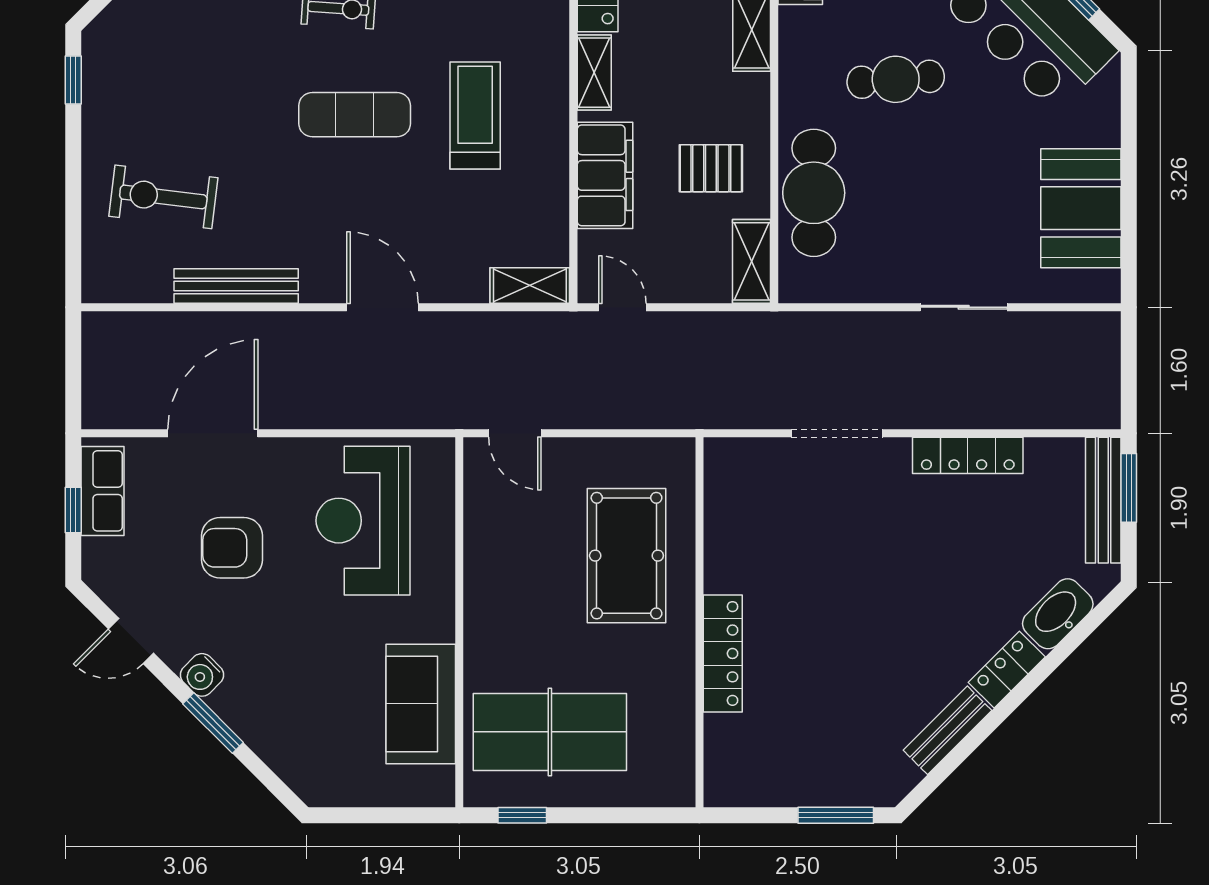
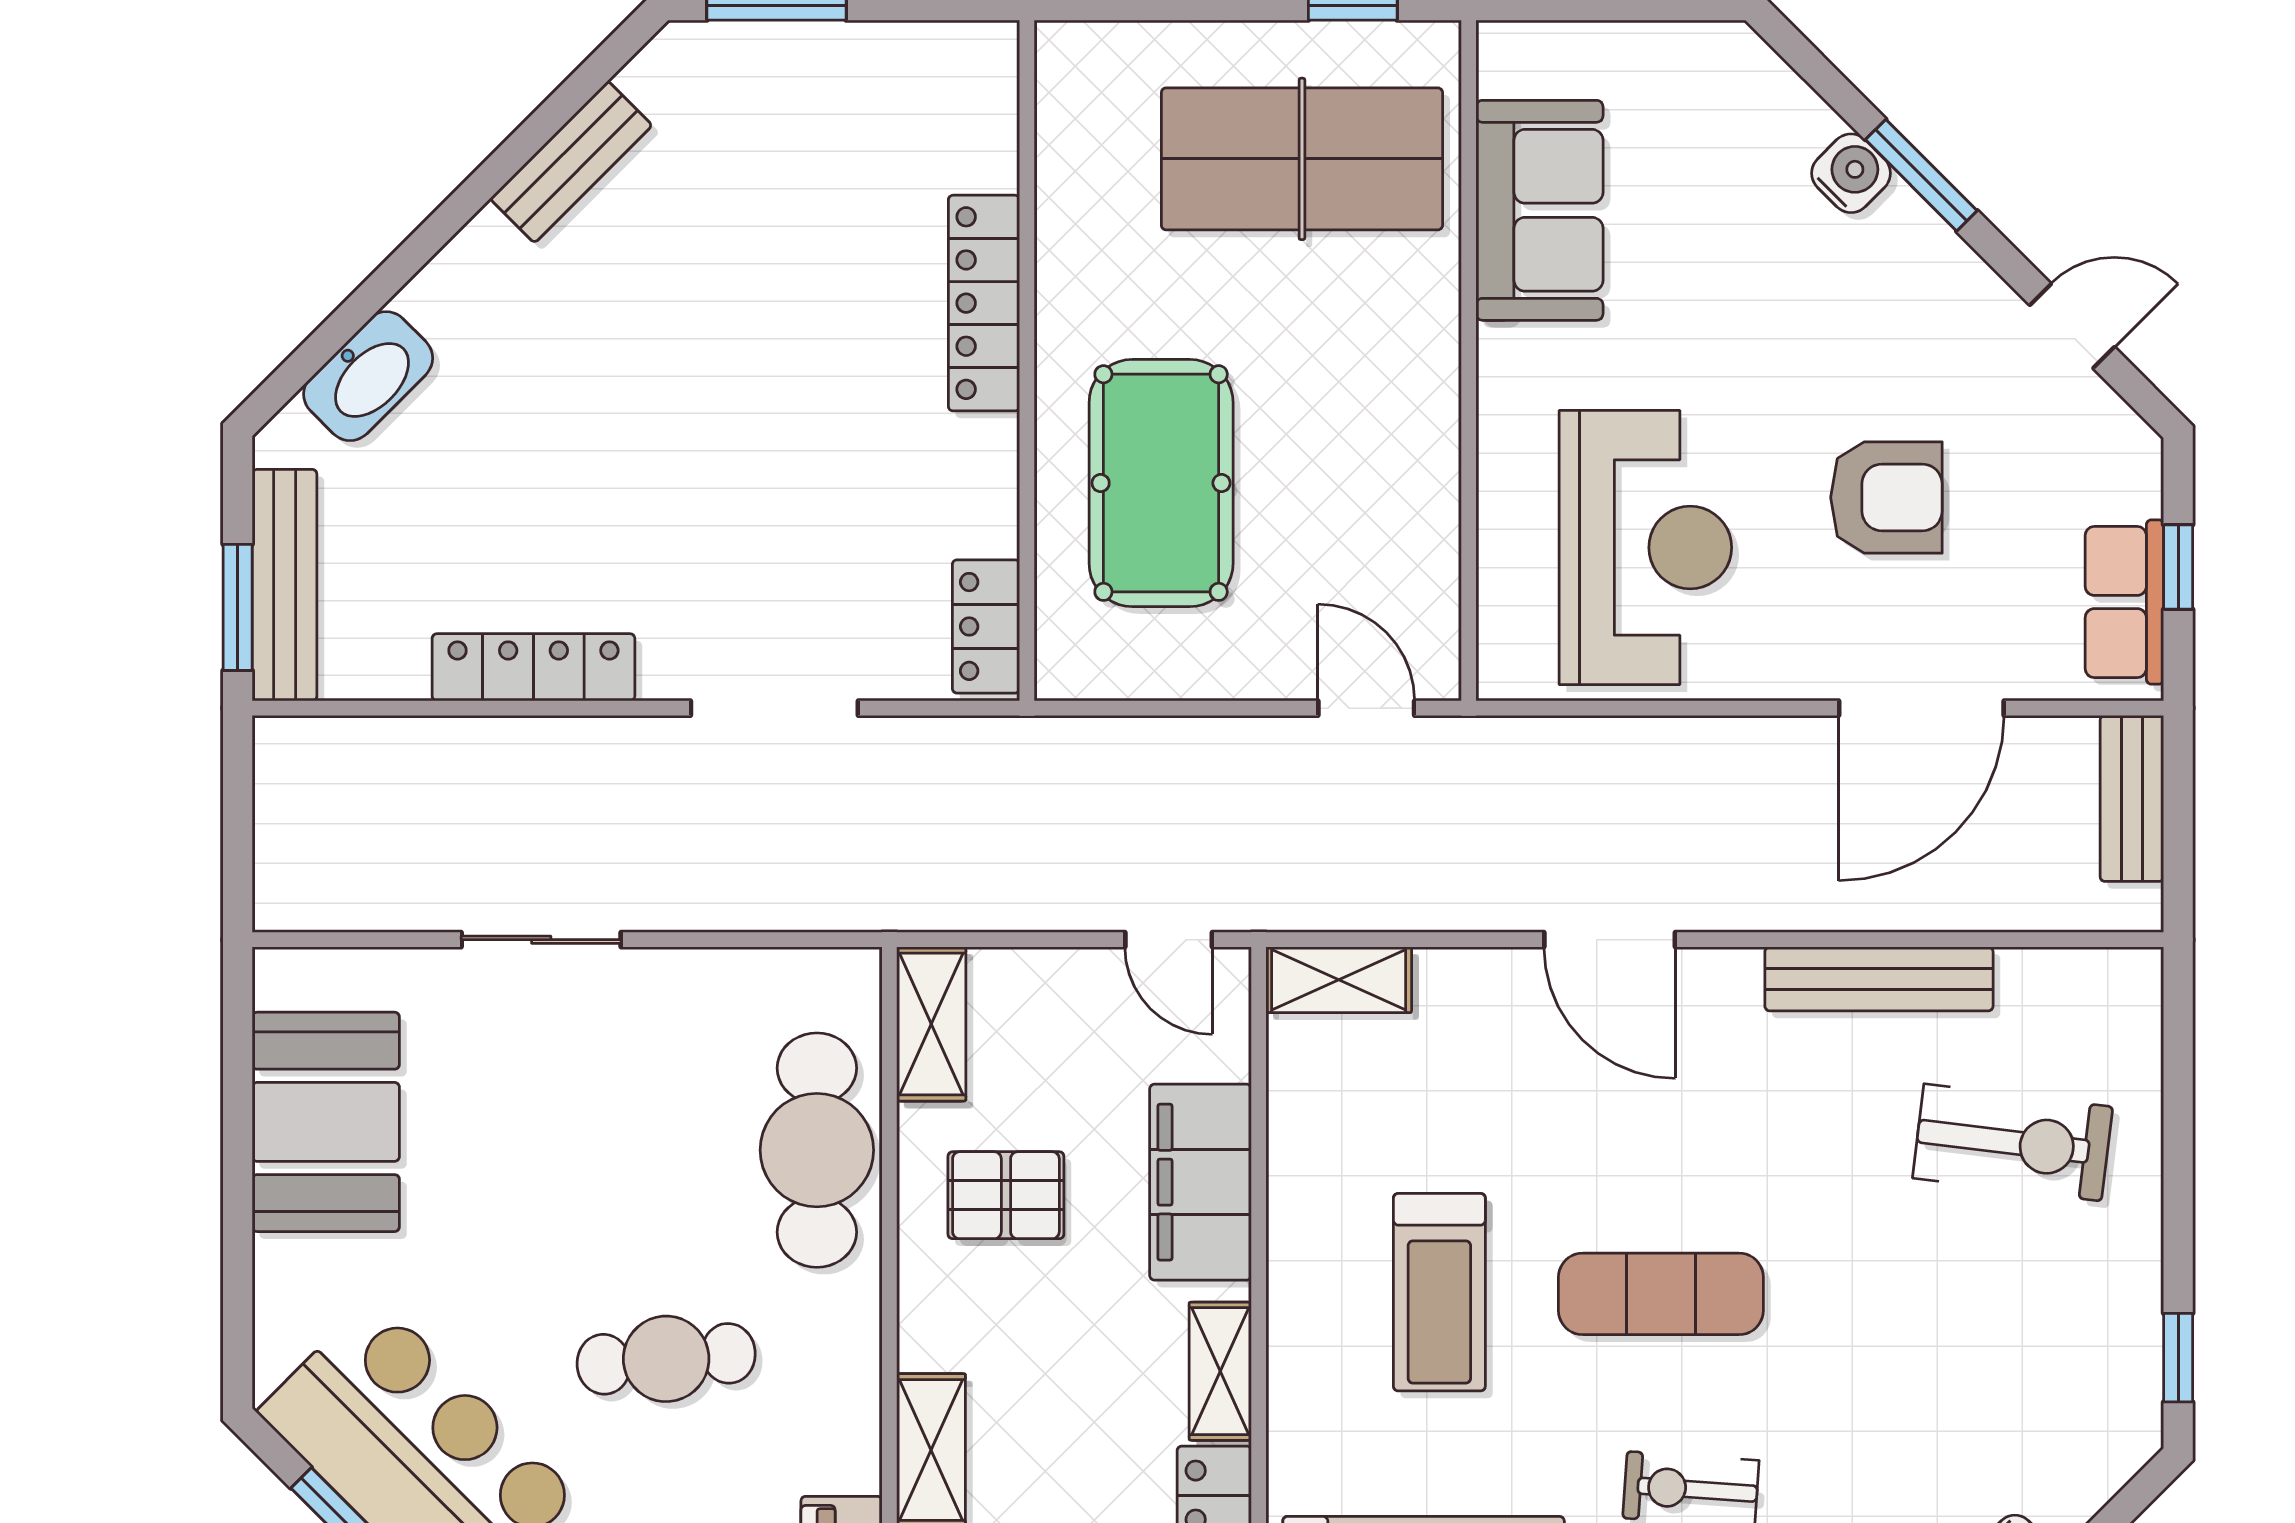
bench: (98, 384) -> (2132, 798), added
locker: (1007, 670) -> (986, 626), moved, turned 135
water cooler: (202, 675) -> (1851, 173), moved

